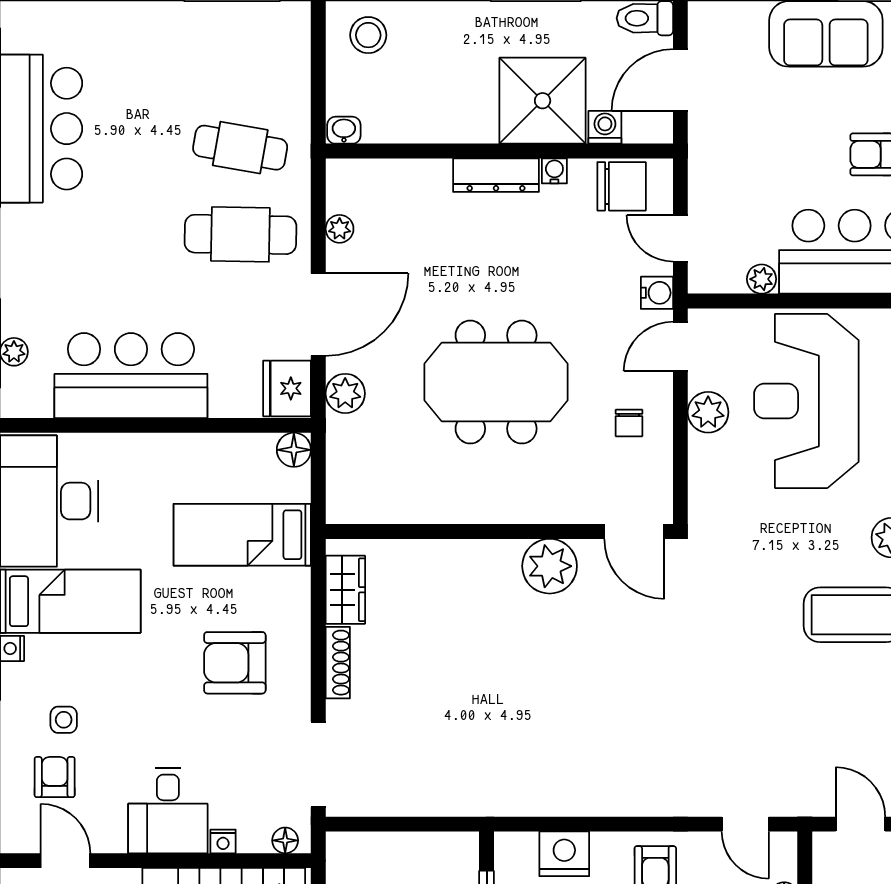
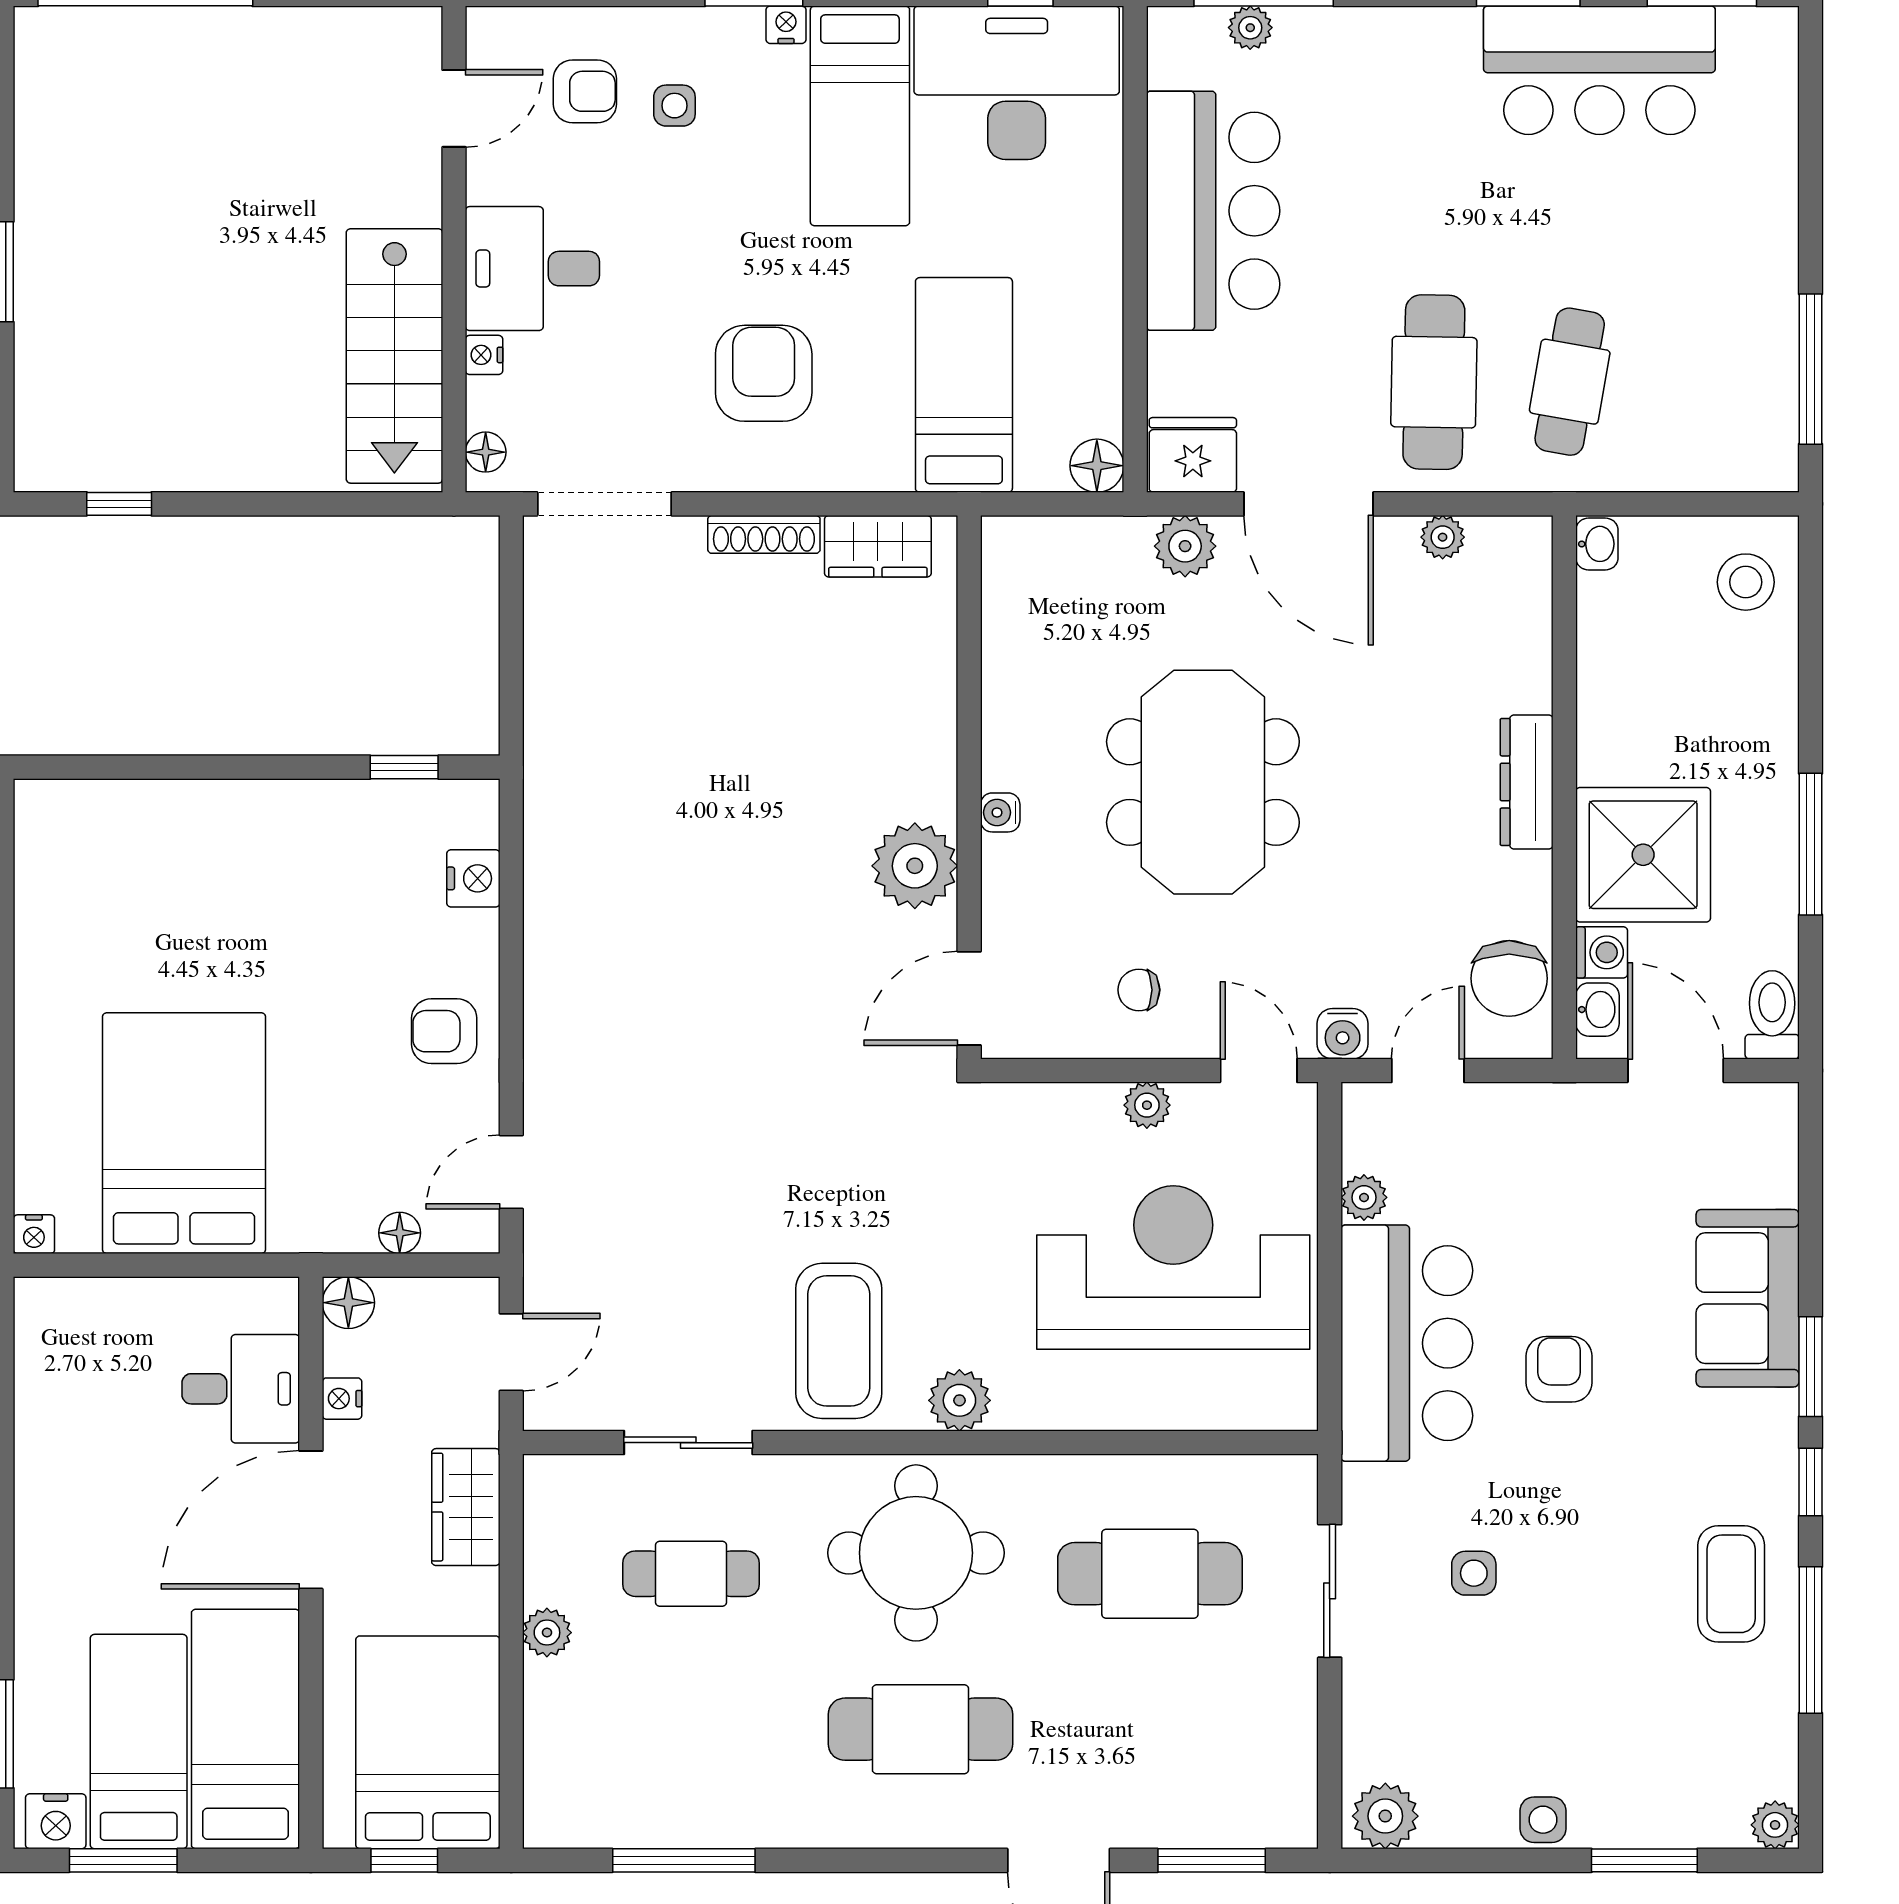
washbasin: (641, 130) -> (1597, 1010), added
water cooler: (554, 171) -> (1000, 812), moved, turned 180
plant: (708, 412) -> (1147, 1105), width x0.73, depth x0.73
nightstand: (564, 854) -> (473, 878), width x0.74, depth x0.75

